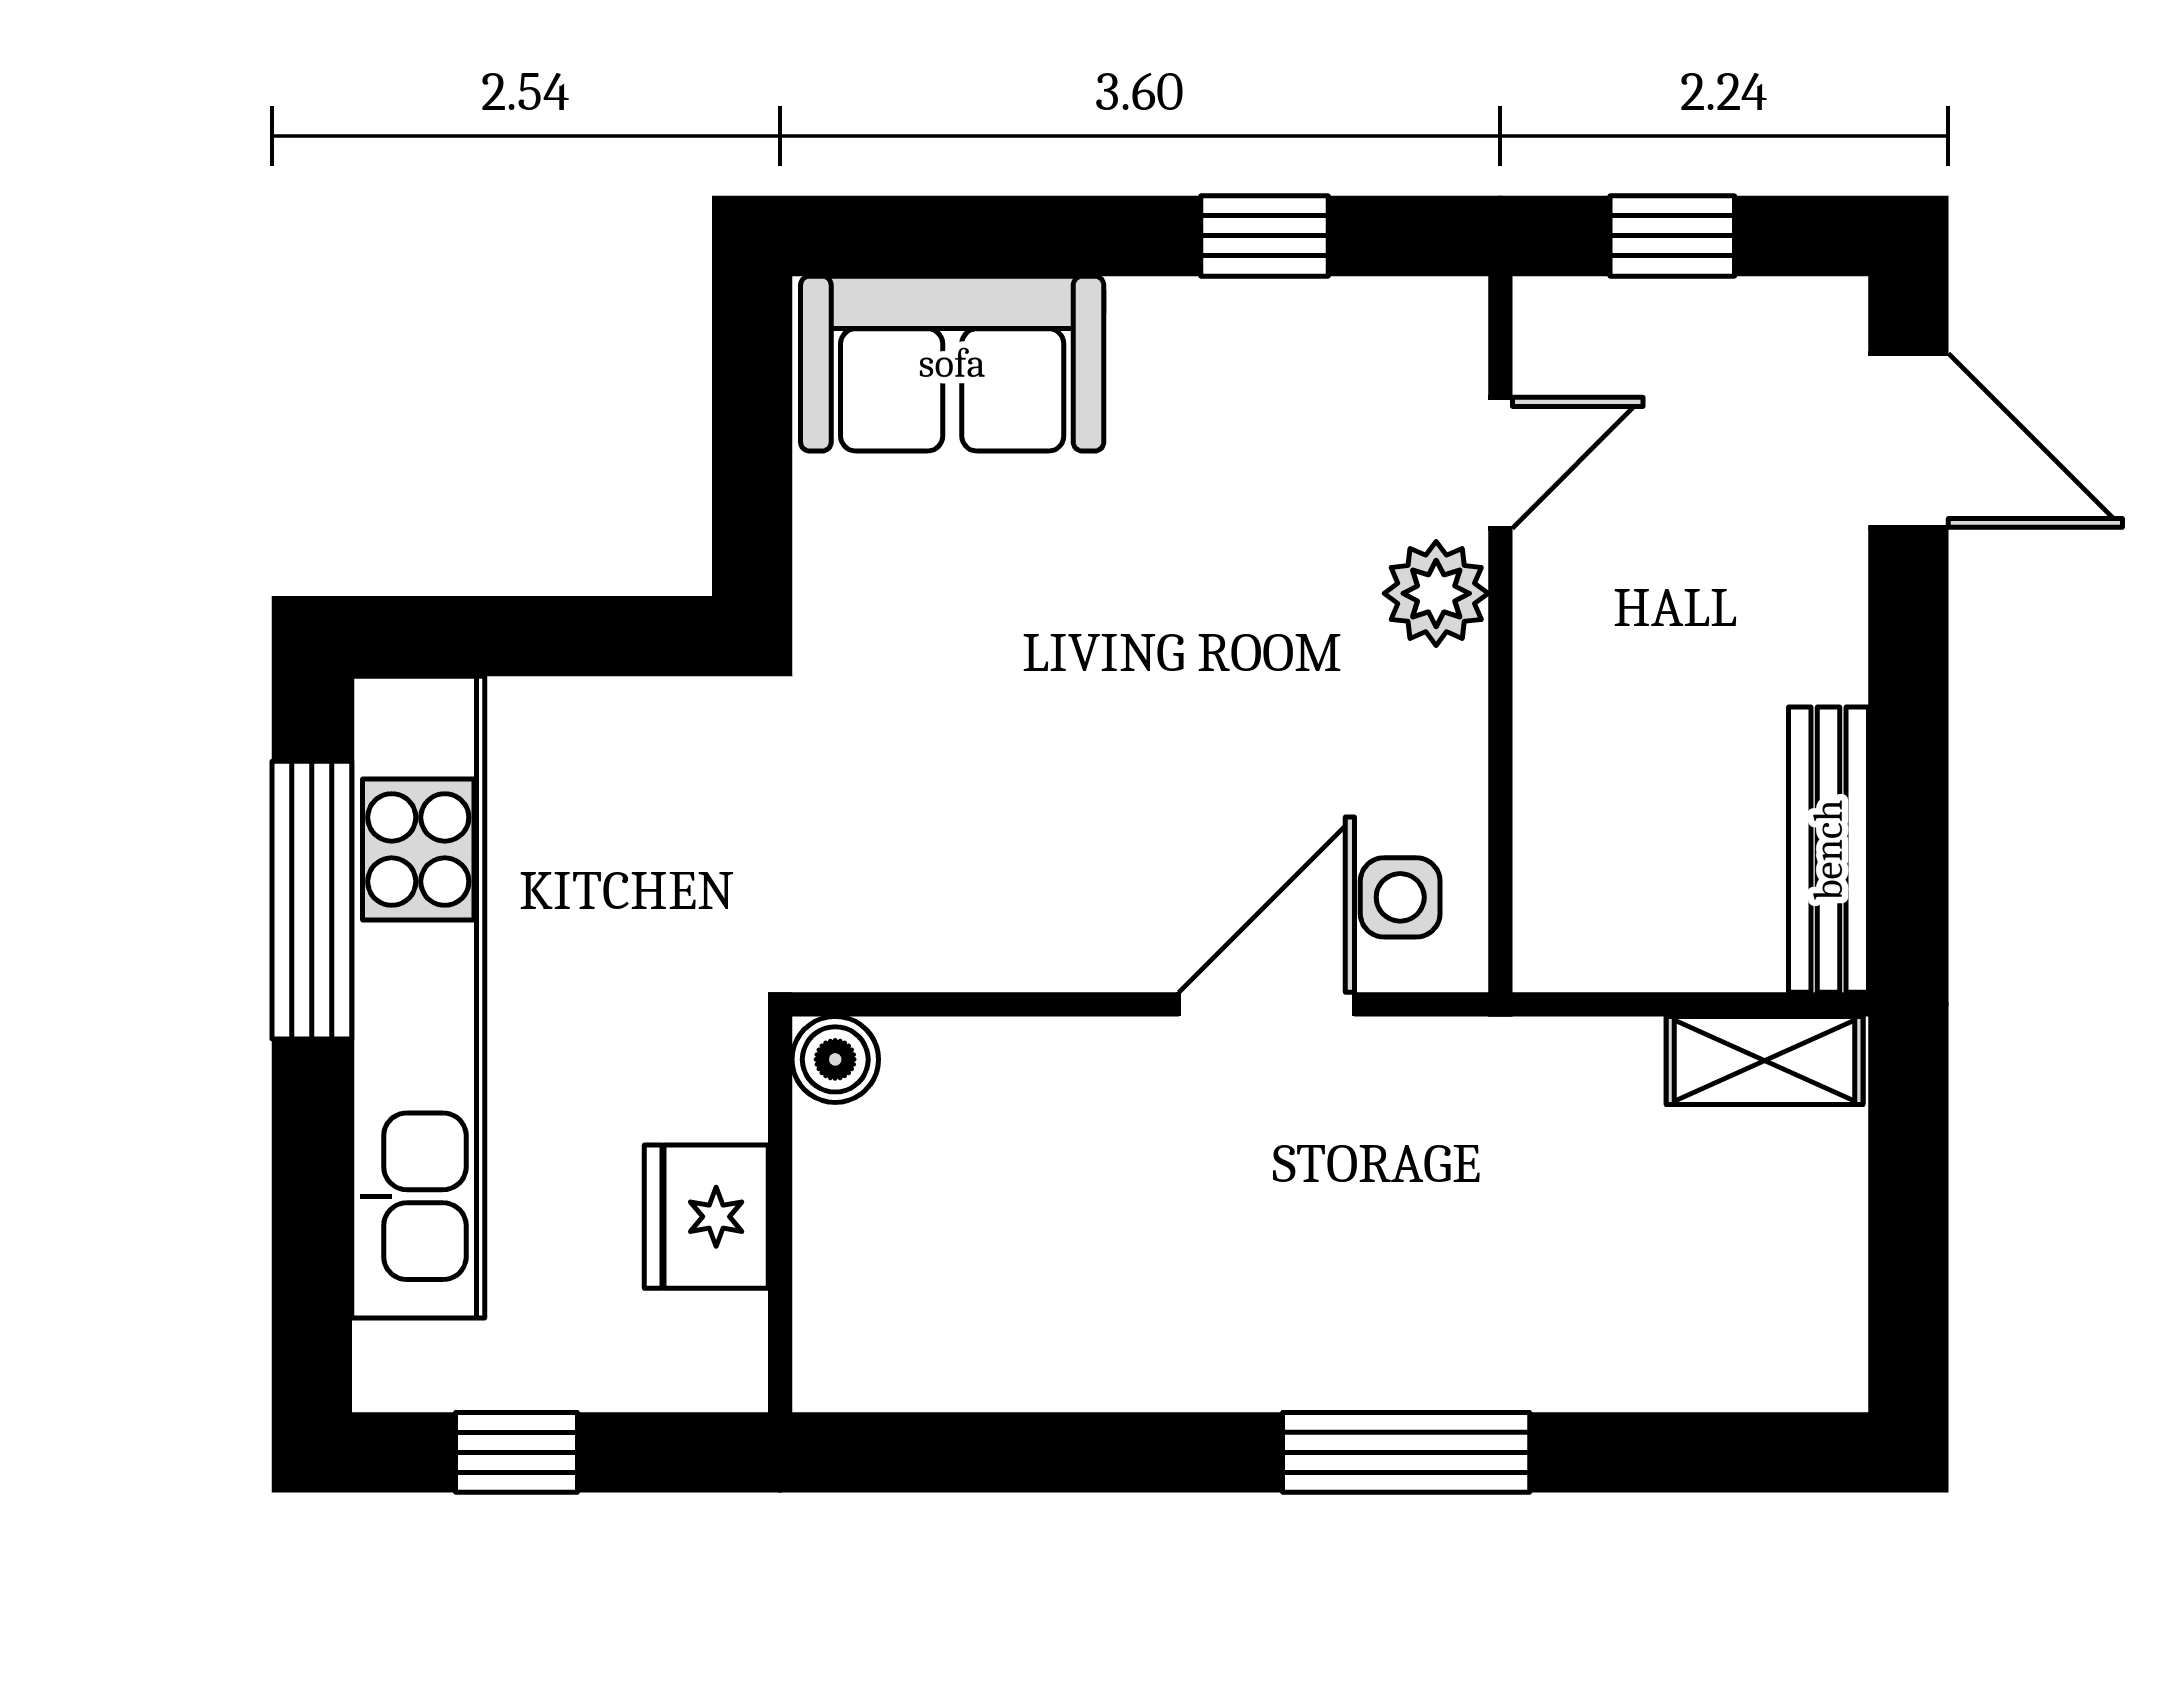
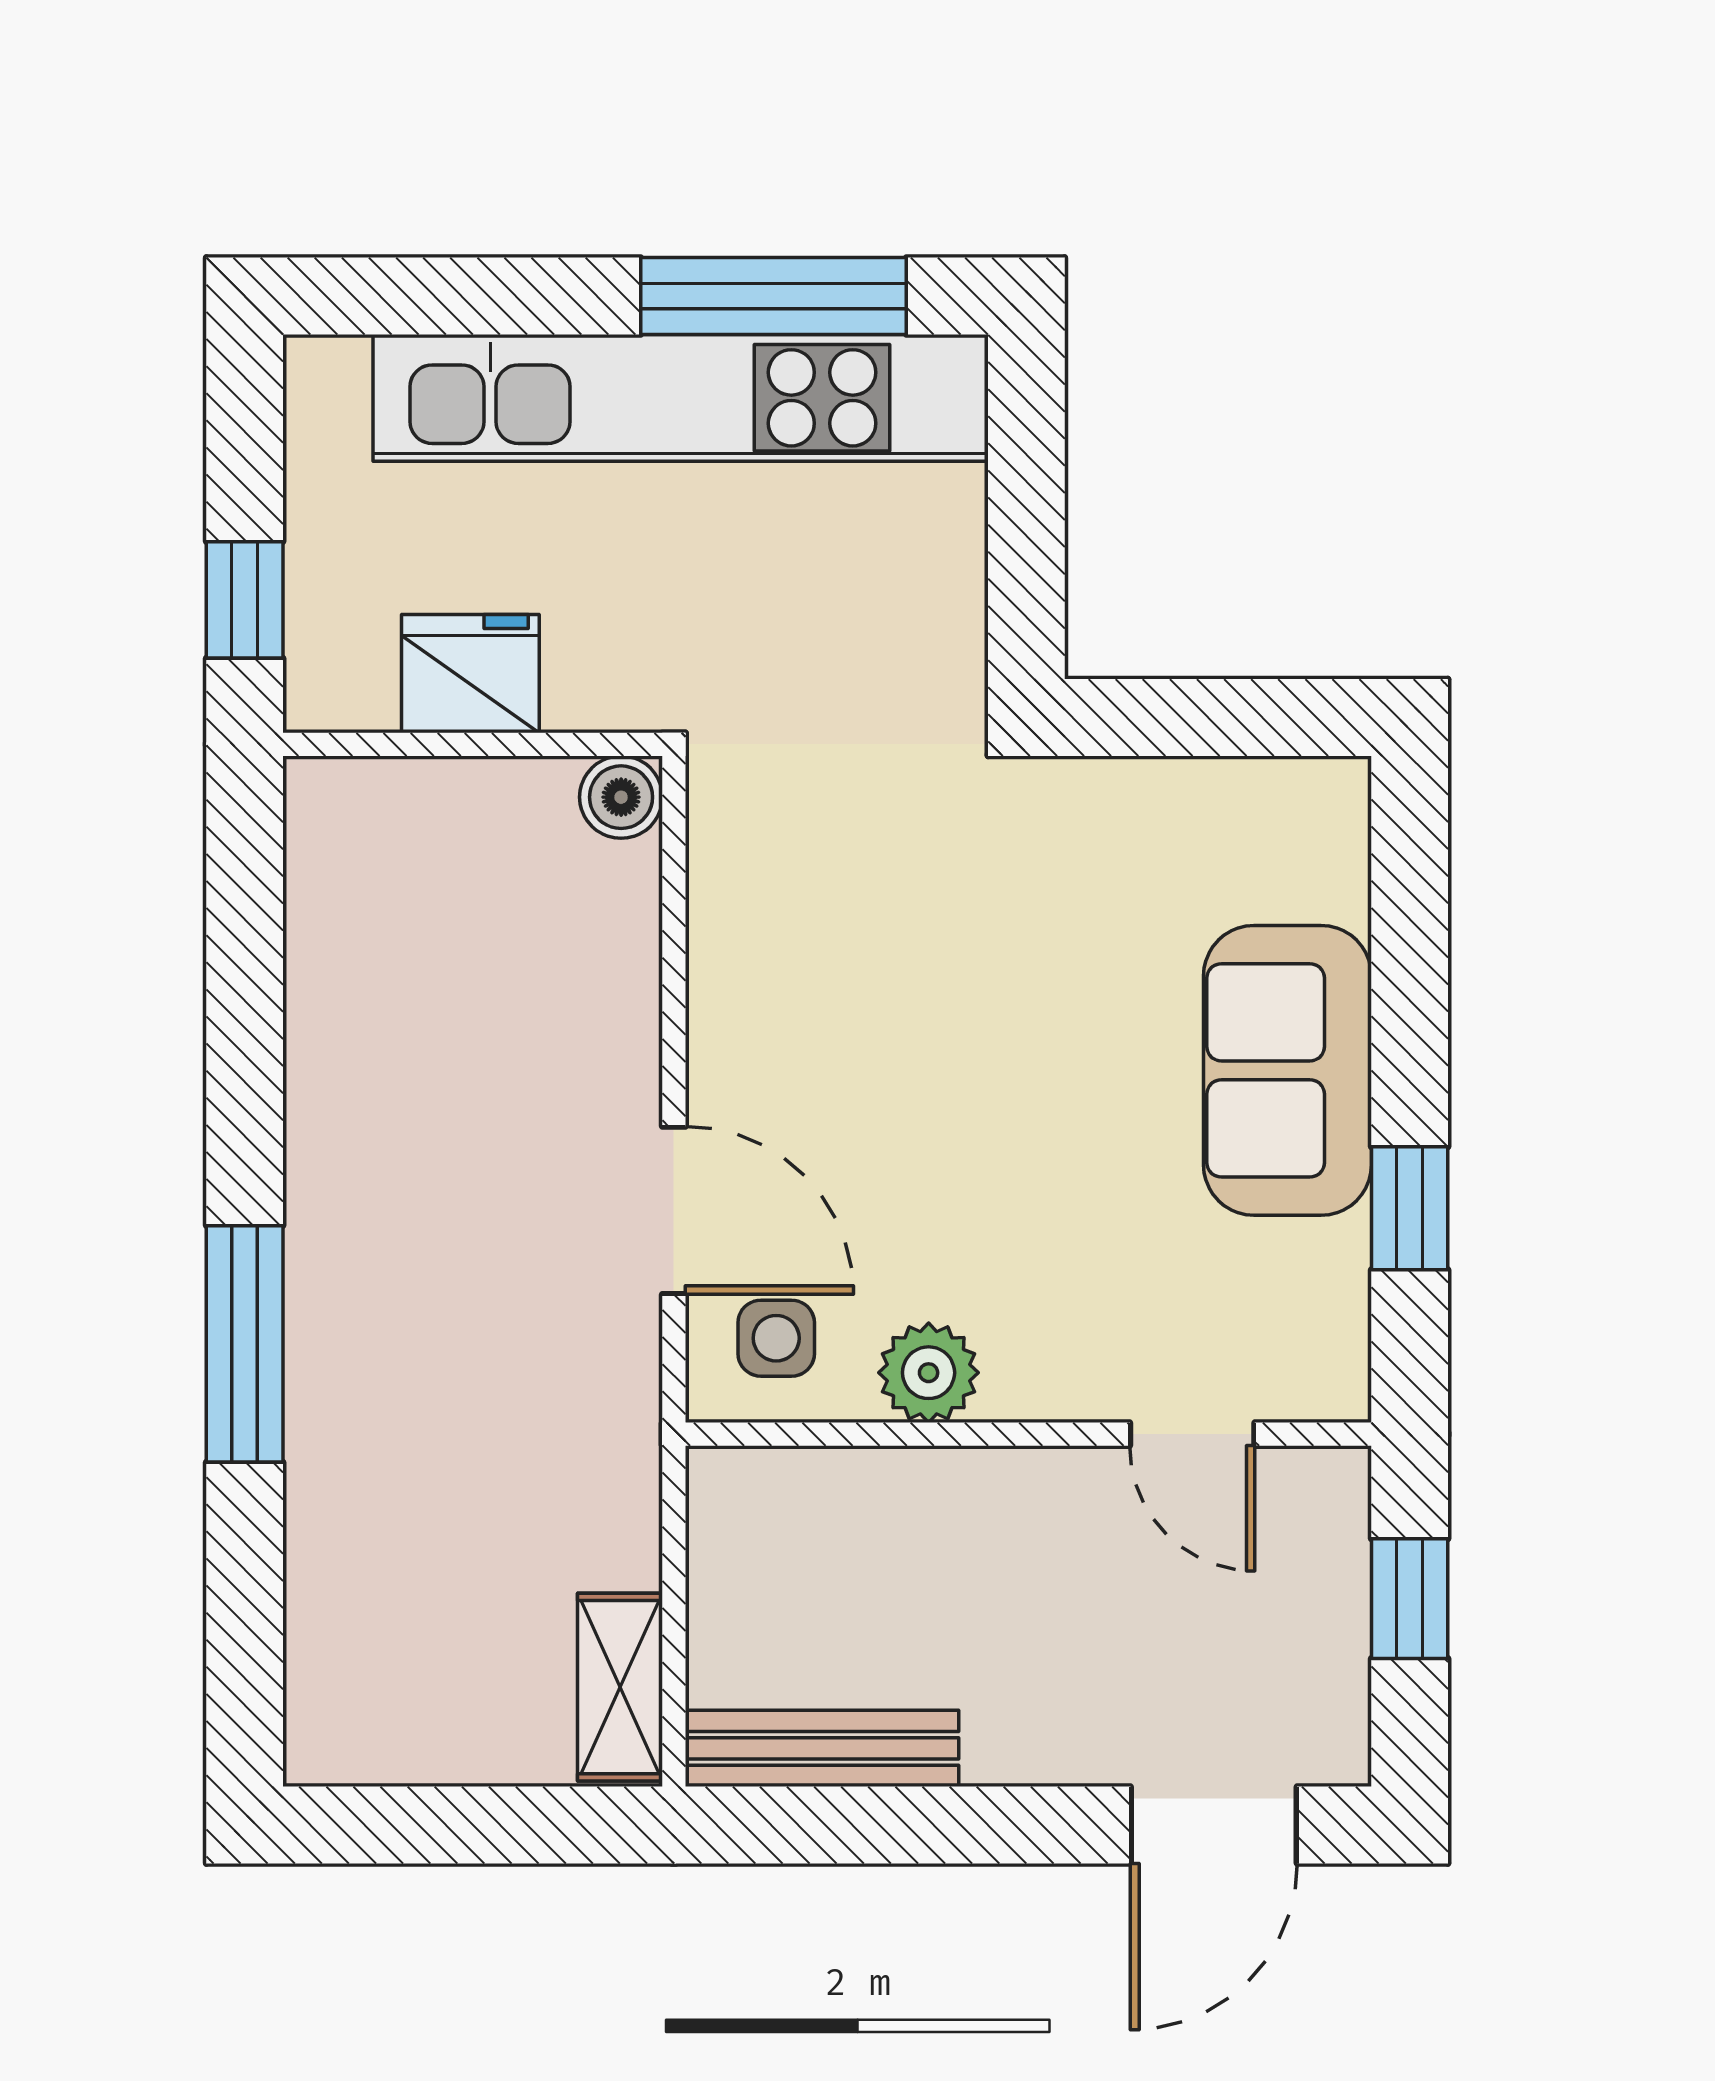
sofa: (952, 364) -> (1287, 1070), moved
plant: (1436, 593) -> (929, 1373), moved
window: (517, 1452) -> (245, 600), moved

